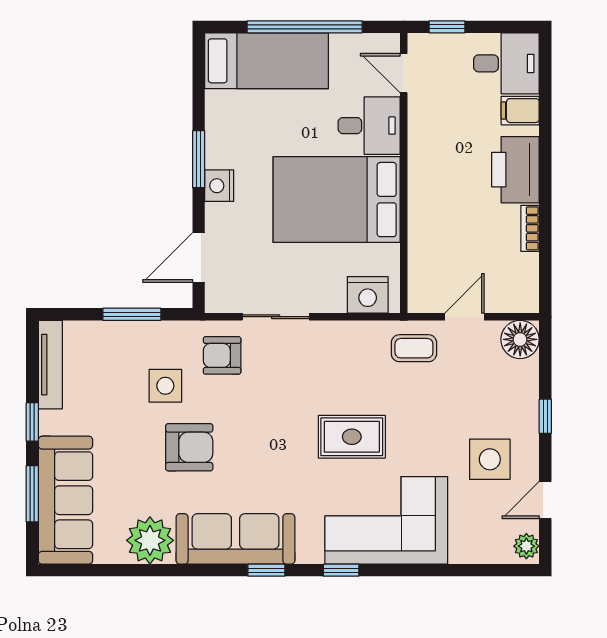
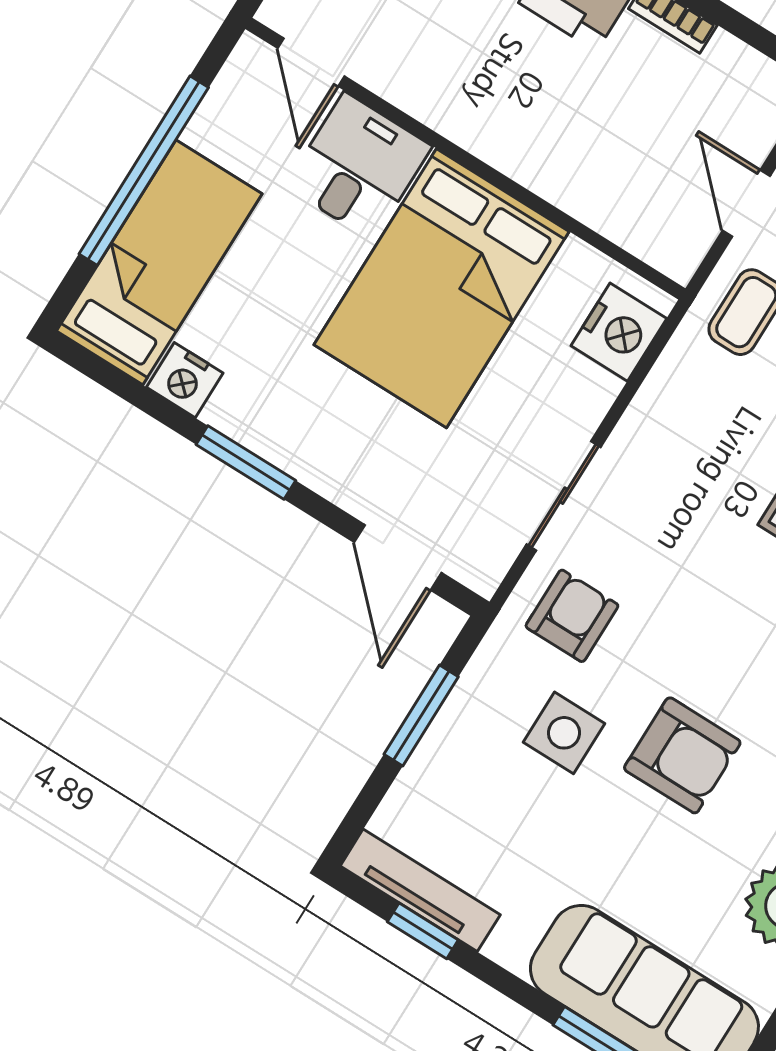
door: (404, 73) -> (311, 62), hinge flipped
nightstand: (219, 186) -> (185, 380), moved
armchair: (222, 355) -> (572, 616), turned 180
window: (32, 422) -> (423, 931), moved
armchair: (189, 447) -> (682, 755), turned 90

